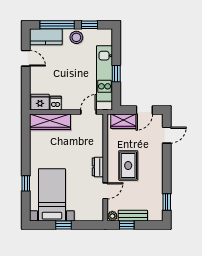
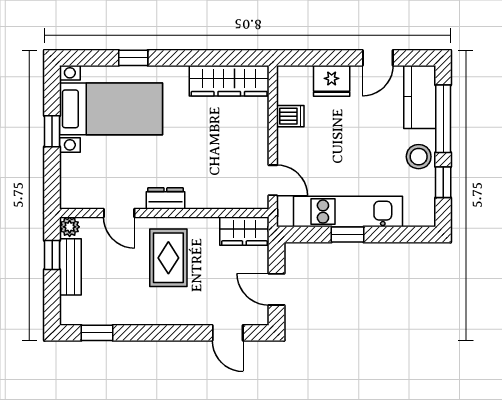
fridge: (40, 102) -> (332, 81), moved, turned 90
wardrobe: (123, 121) -> (244, 231), moved, turned -90
wardrobe: (50, 122) -> (229, 81), moved, turned -90
rug: (128, 165) -> (168, 258), turned 90

